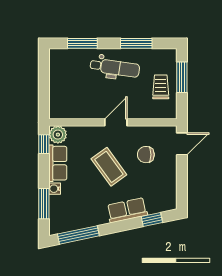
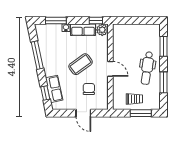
door: (182, 144) -> (83, 113), moved
row of seats: (127, 210) -> (54, 89), moved
window: (78, 235) -> (37, 55), moved

